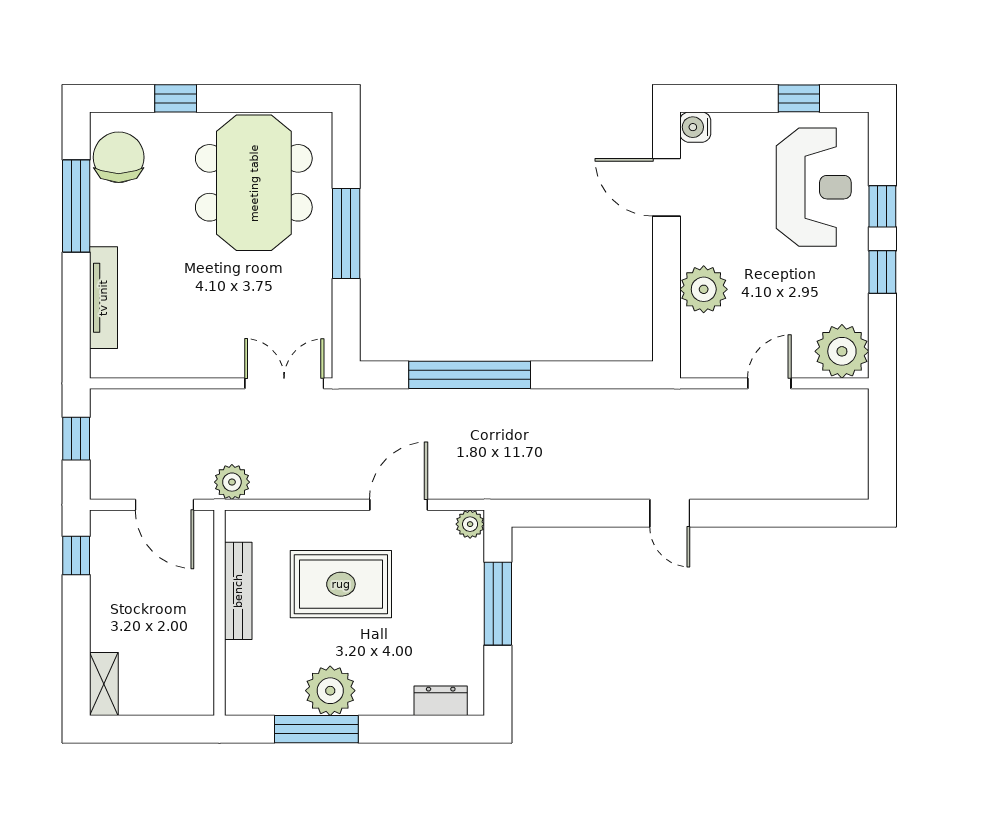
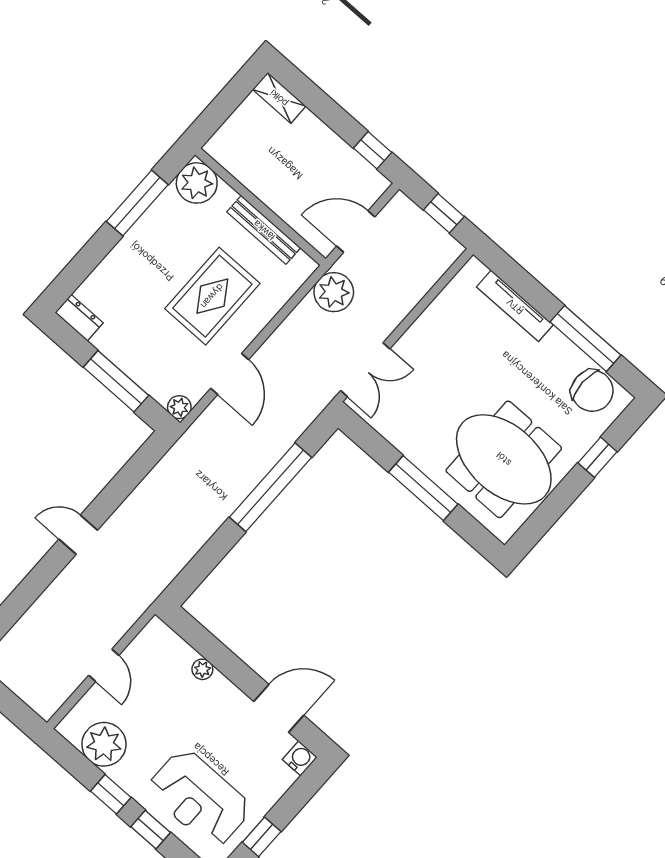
plant: (704, 289) -> (202, 669), width x0.53, depth x0.53
plant: (842, 351) -> (104, 744), moved
plant: (232, 482) -> (334, 292), width x1.36, depth x1.36
plant: (330, 691) -> (197, 183), moved
dresser: (441, 701) -> (79, 318), moved, turned -90

